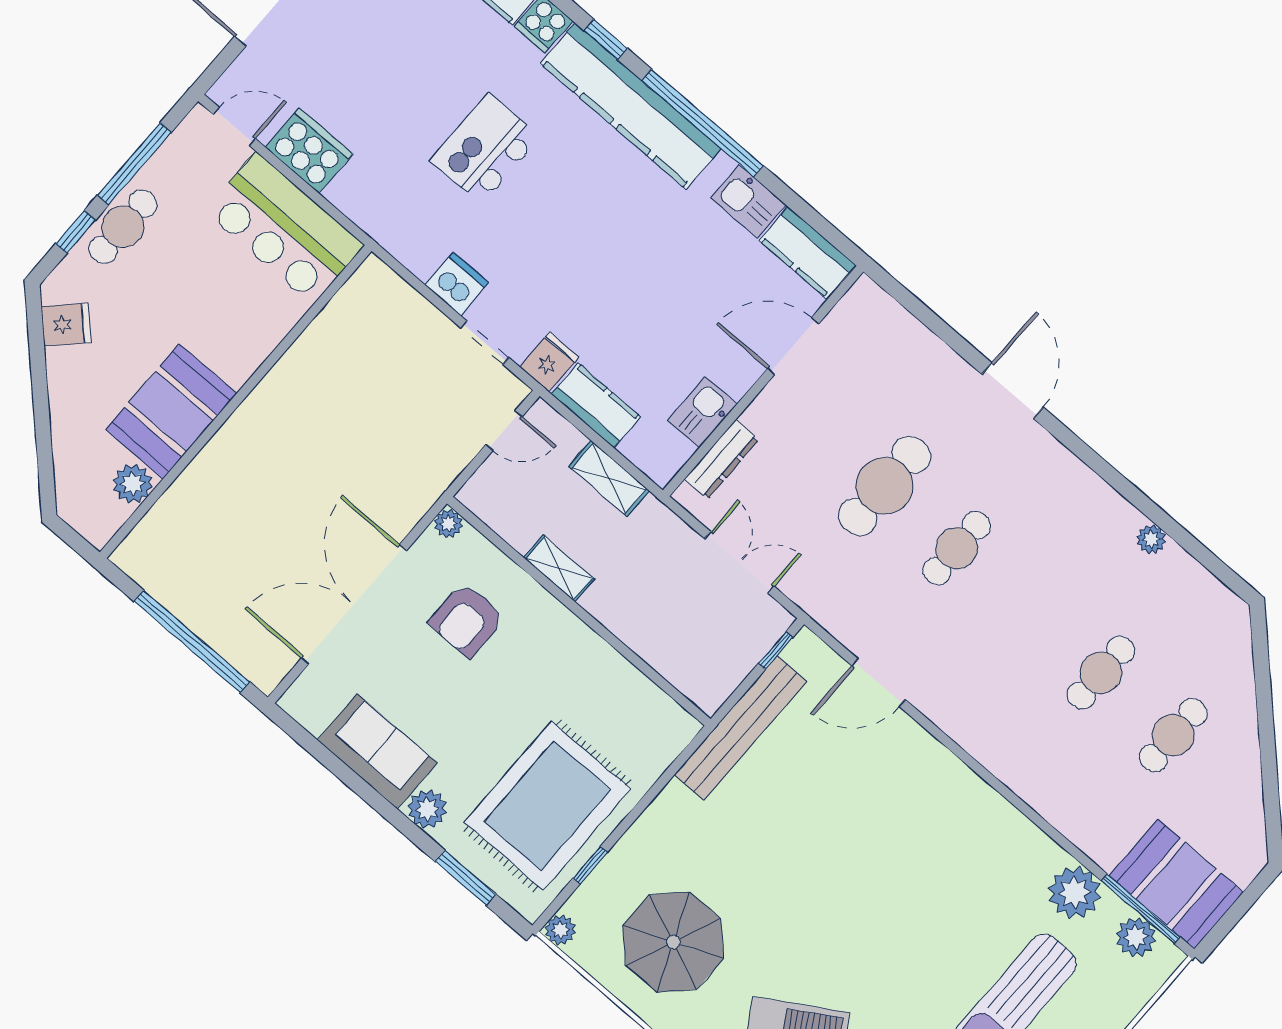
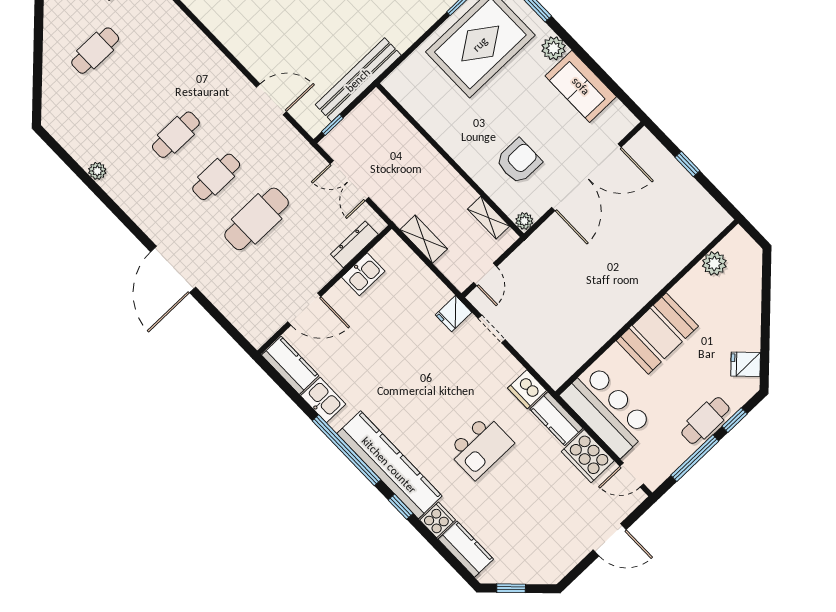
dishwasher: (457, 284) -> (527, 389), moved
door: (1013, 391) -> (173, 269), width x1.36
kitchen counter: (596, 406) -> (556, 419), moved
booth: (171, 412) -> (657, 333), moved
door: (504, 431) -> (485, 274), swing flipped
shelving: (559, 568) -> (488, 218), moved
window: (192, 641) -> (687, 164), width x0.32
cafe table: (1101, 673) -> (176, 135), moved

